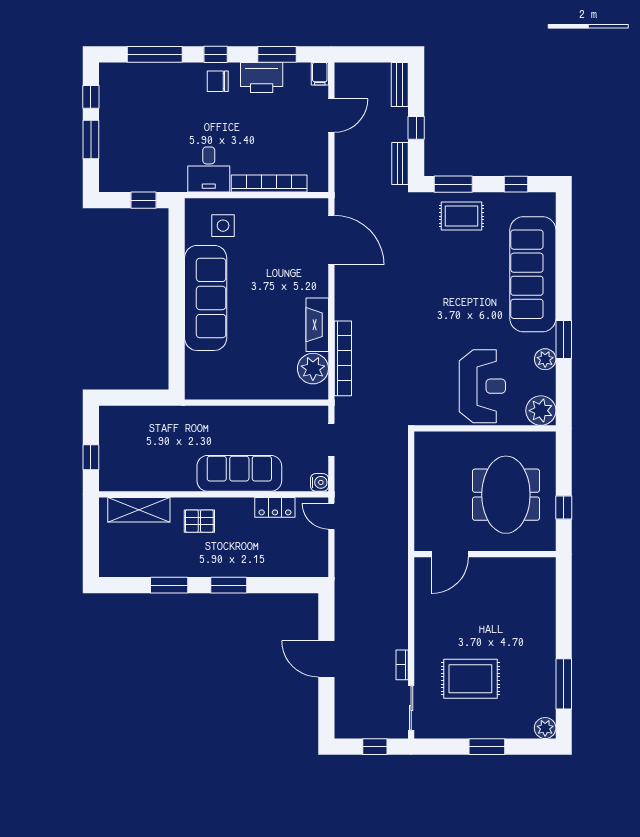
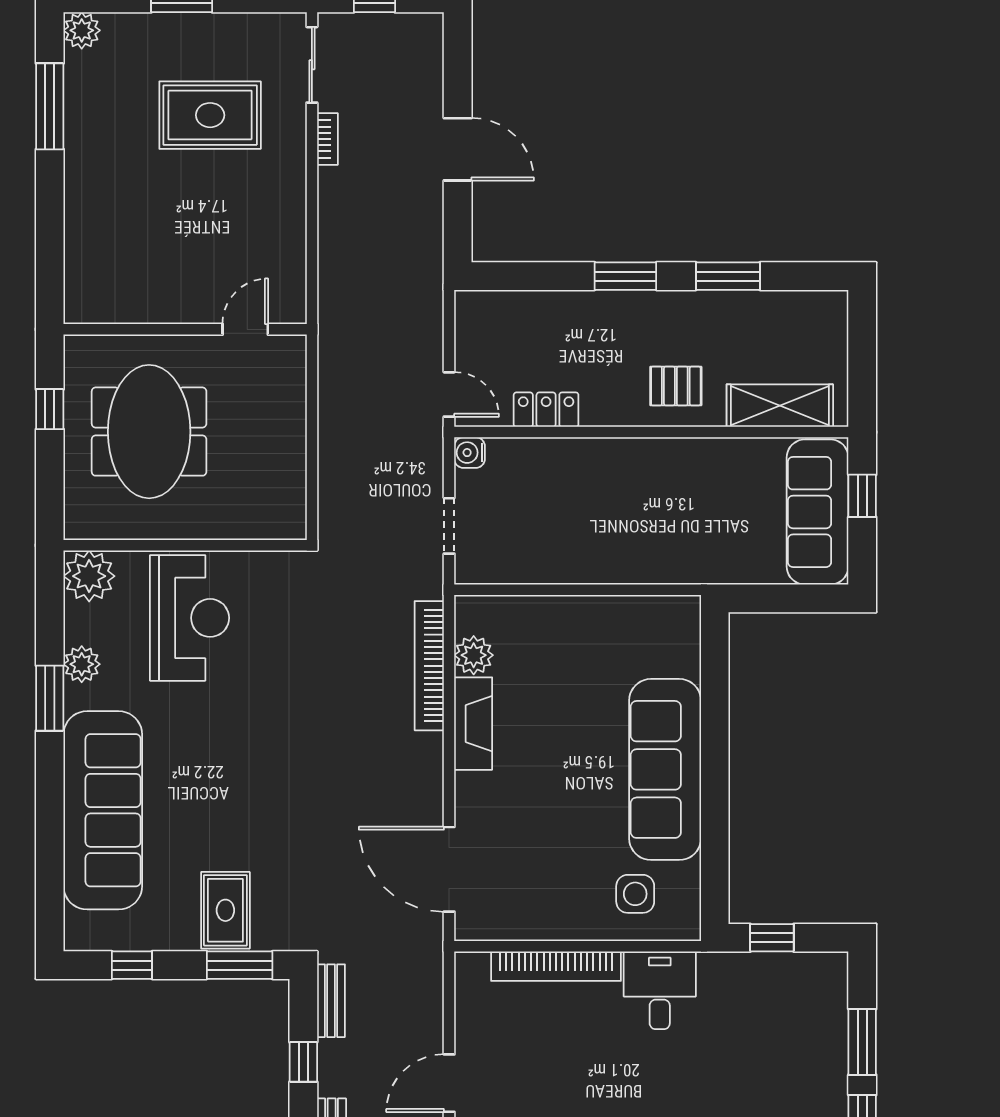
rug: (462, 216) -> (225, 910), turned 90
plant: (313, 369) -> (474, 655), width x0.73, depth x0.73
reception desk: (482, 386) -> (189, 618), turned 180
sofa: (239, 473) -> (818, 512), moved, turned 90
door: (450, 554) -> (245, 329), width x0.73

